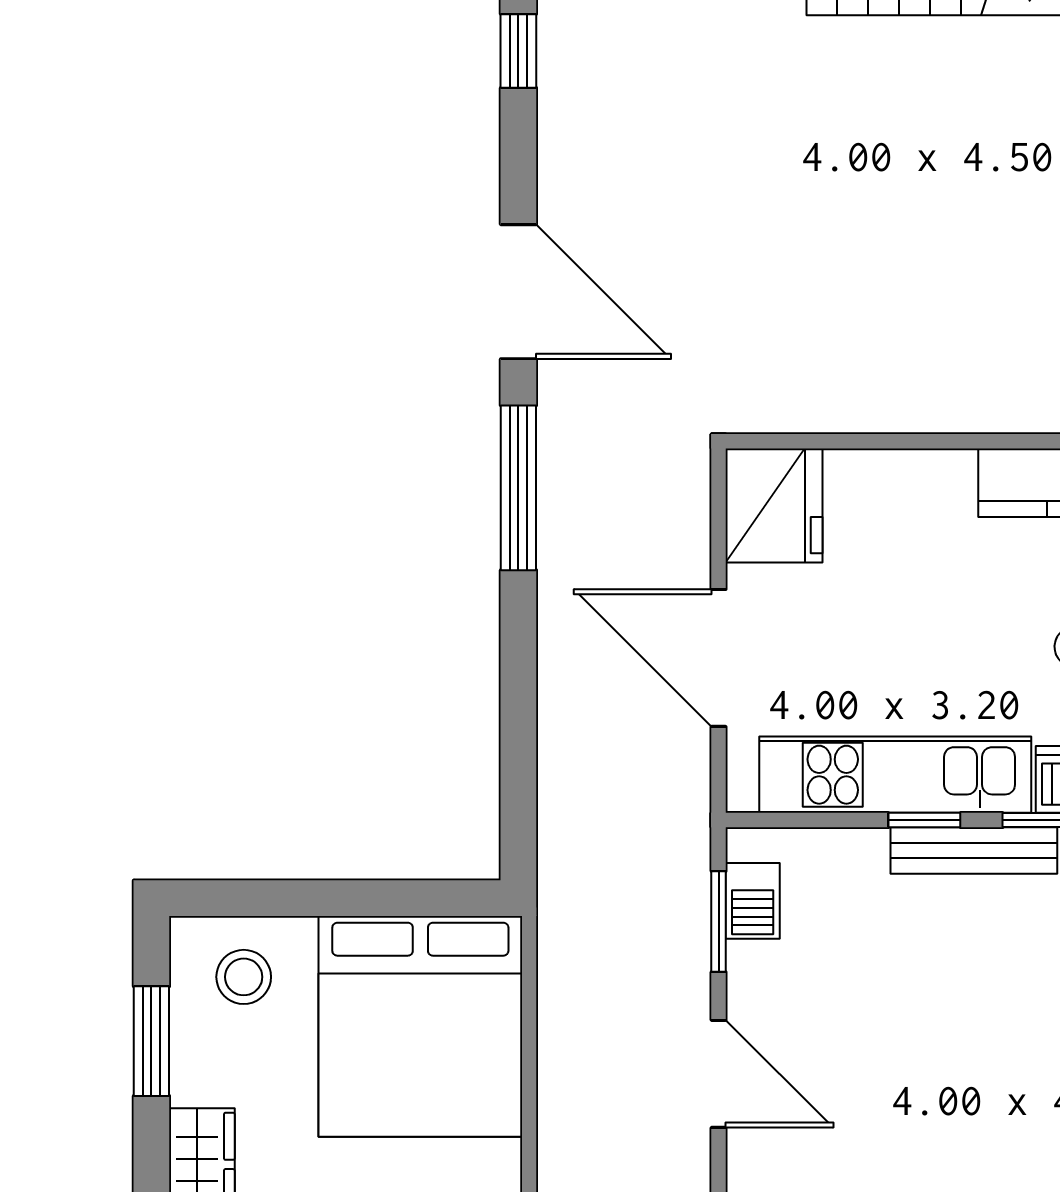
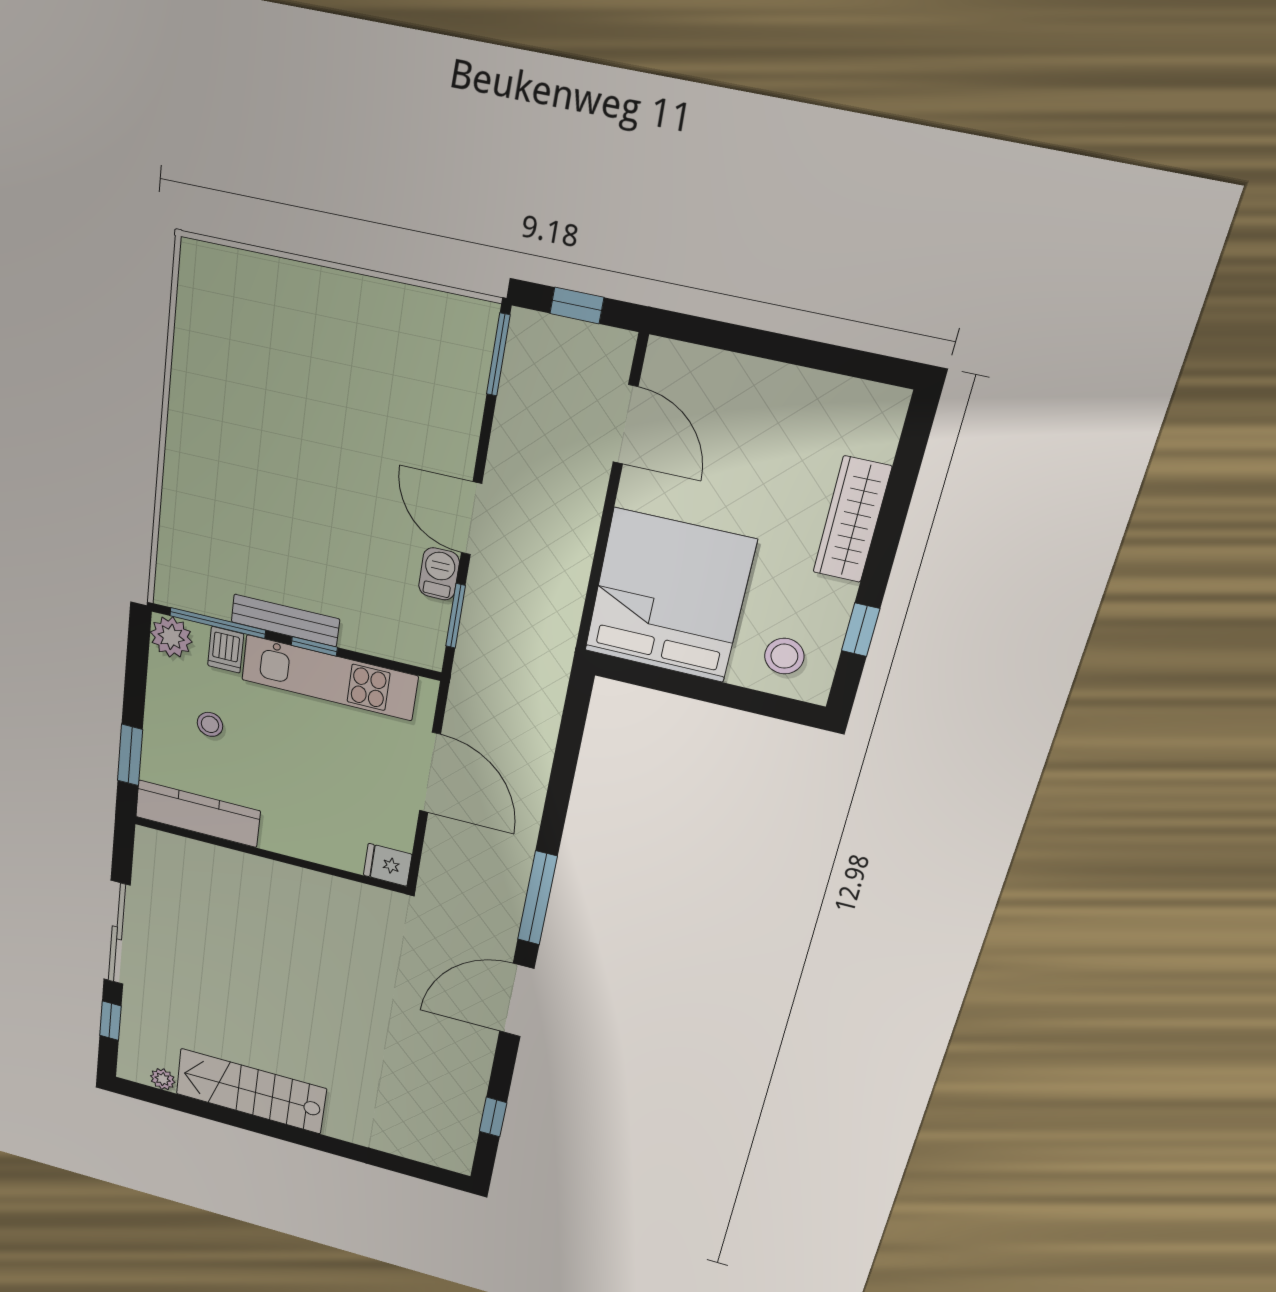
door: (518, 292) -> (517, 1000), hinge flipped
fridge: (774, 505) -> (388, 865), width x0.53, depth x0.75
barbecue: (753, 901) -> (439, 574), moved
window: (151, 1041) -> (861, 630), width x0.67

